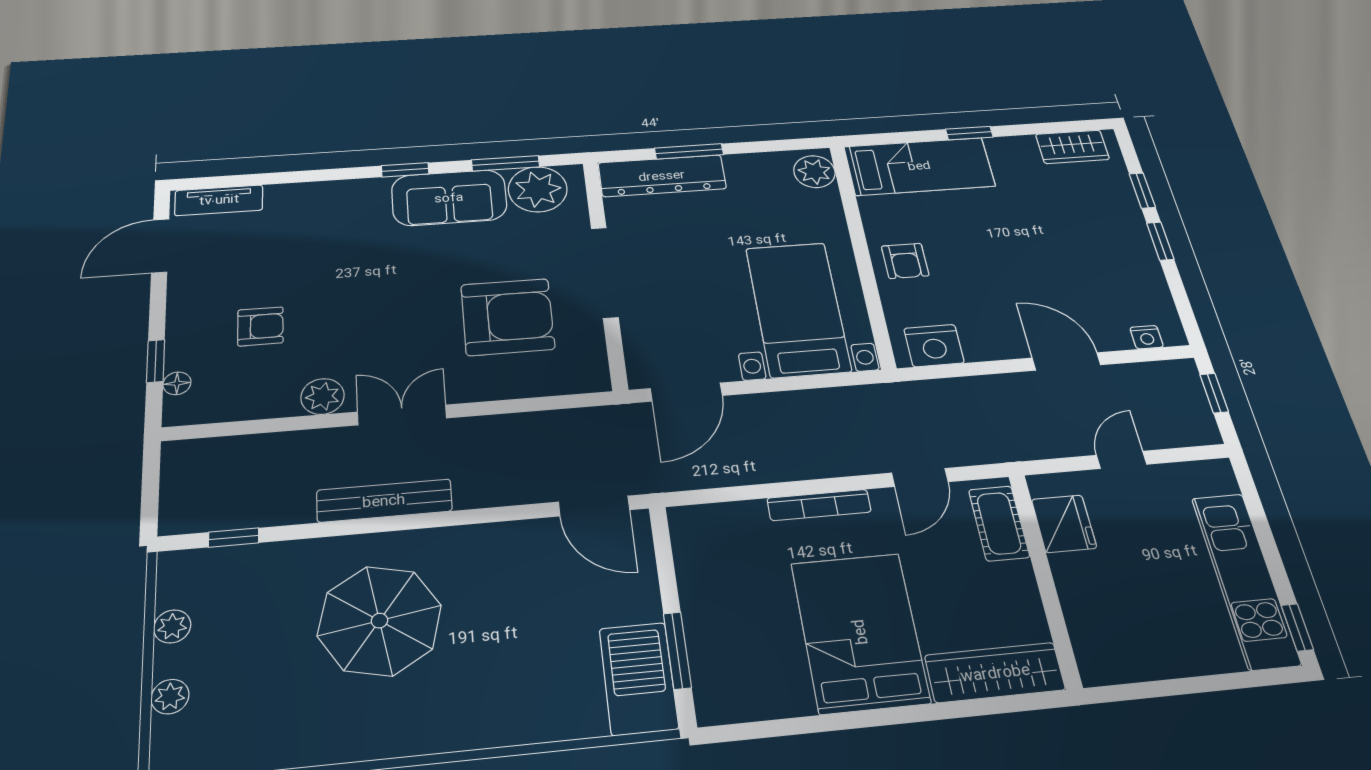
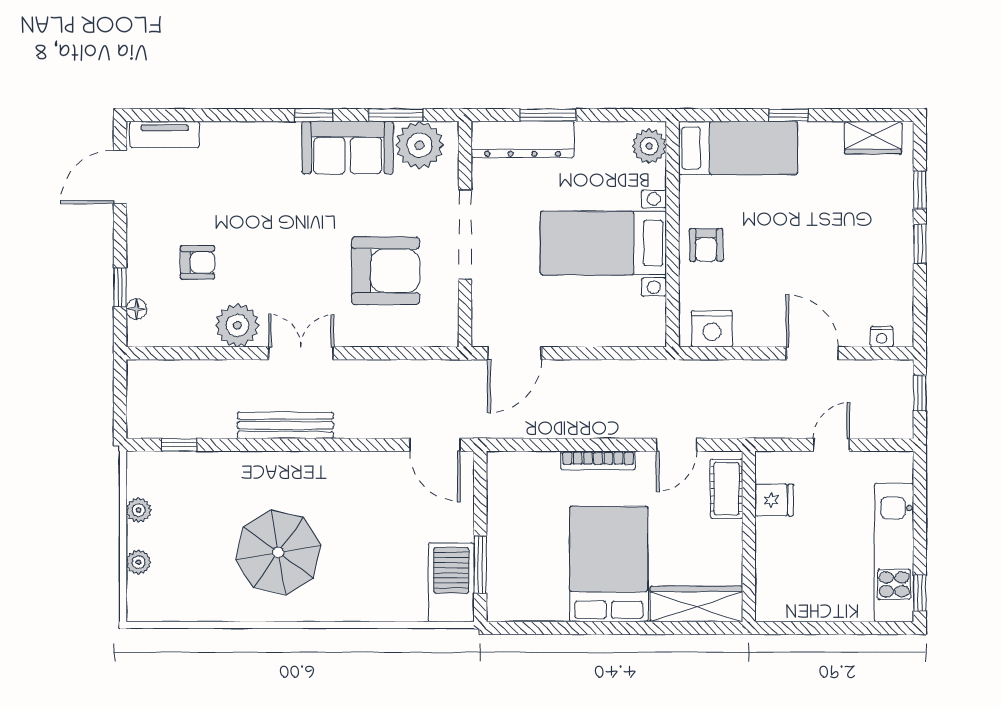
bed with nightstands: (798, 309) -> (604, 243), moved, turned -90
plant: (322, 397) -> (237, 325), width x1.36, depth x1.36
fridge: (1064, 524) -> (774, 500), width x0.72
parasol: (379, 621) -> (278, 552), moved

